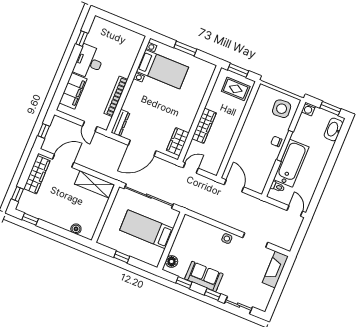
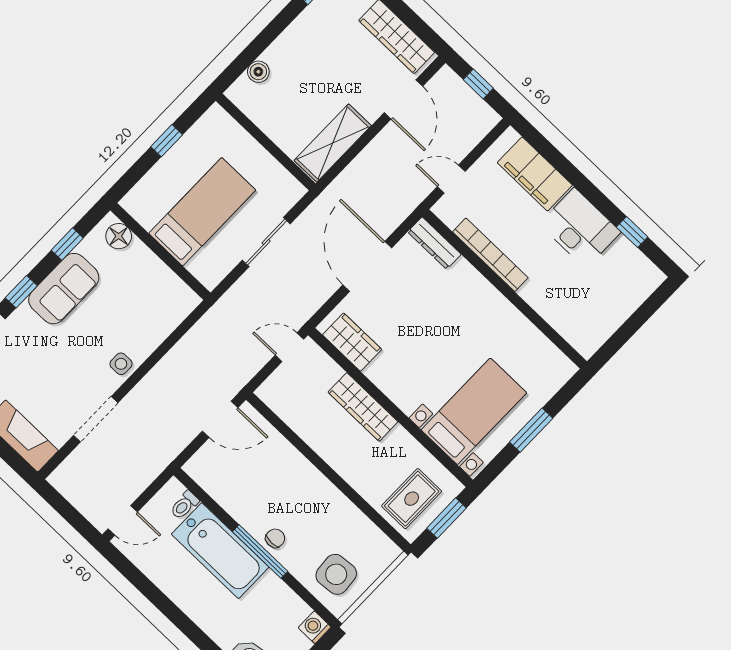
bed with nightstands: (162, 69) -> (474, 411), moved, turned 180
door: (191, 168) -> (289, 347), swing flipped
sliding door: (149, 196) -> (266, 242), width x0.54

